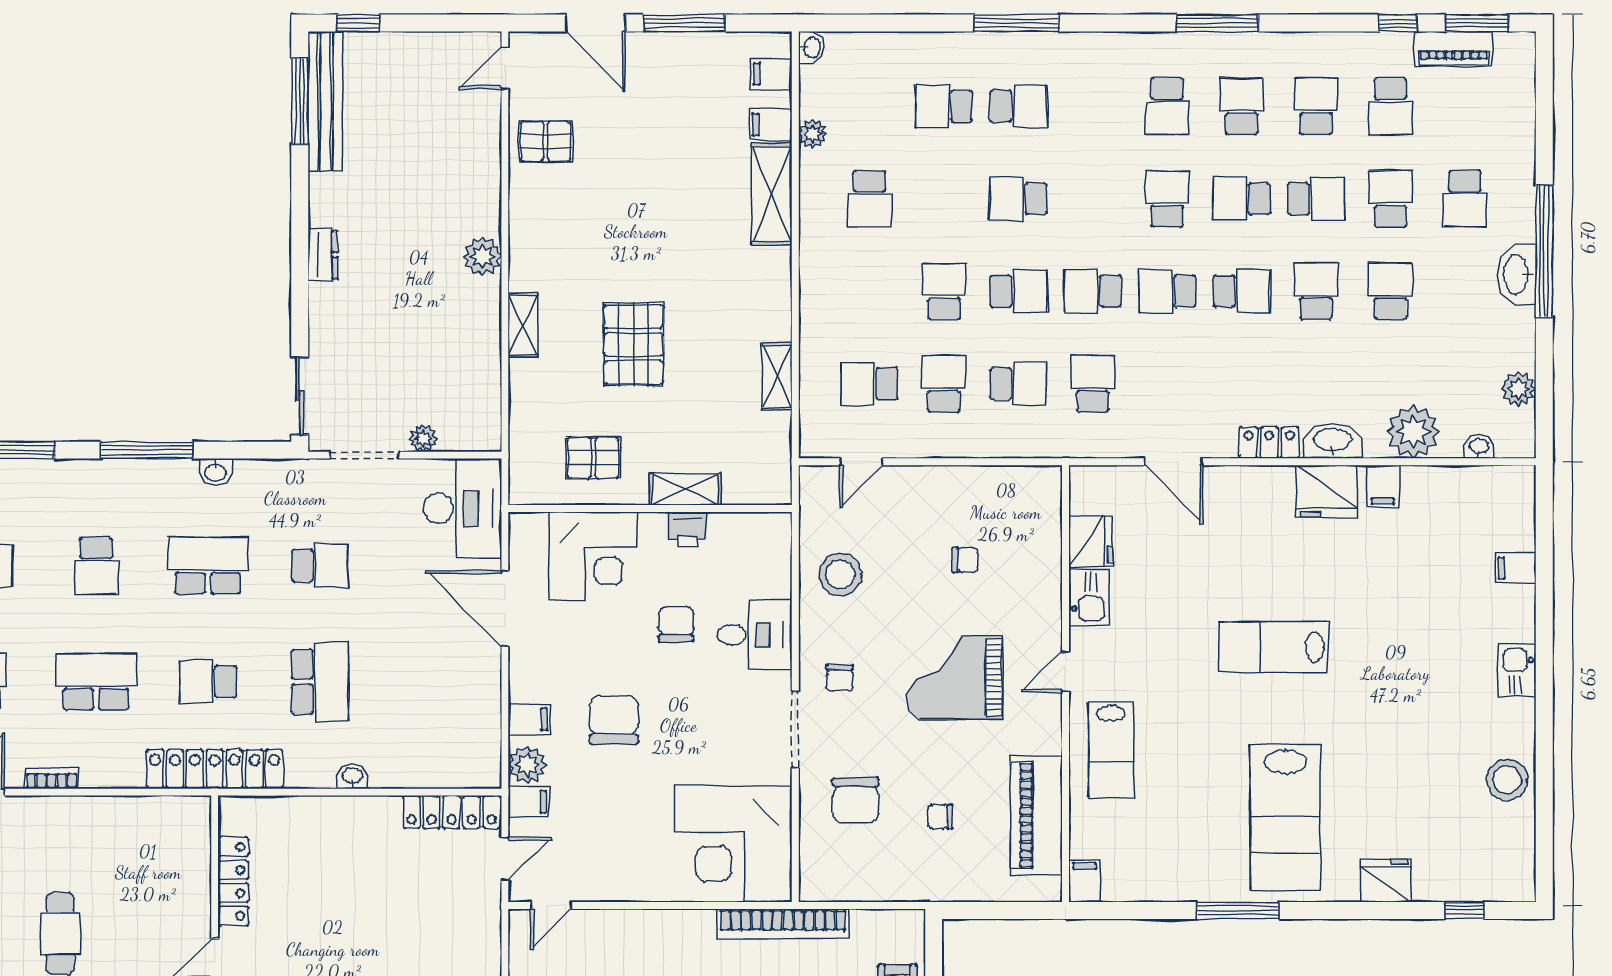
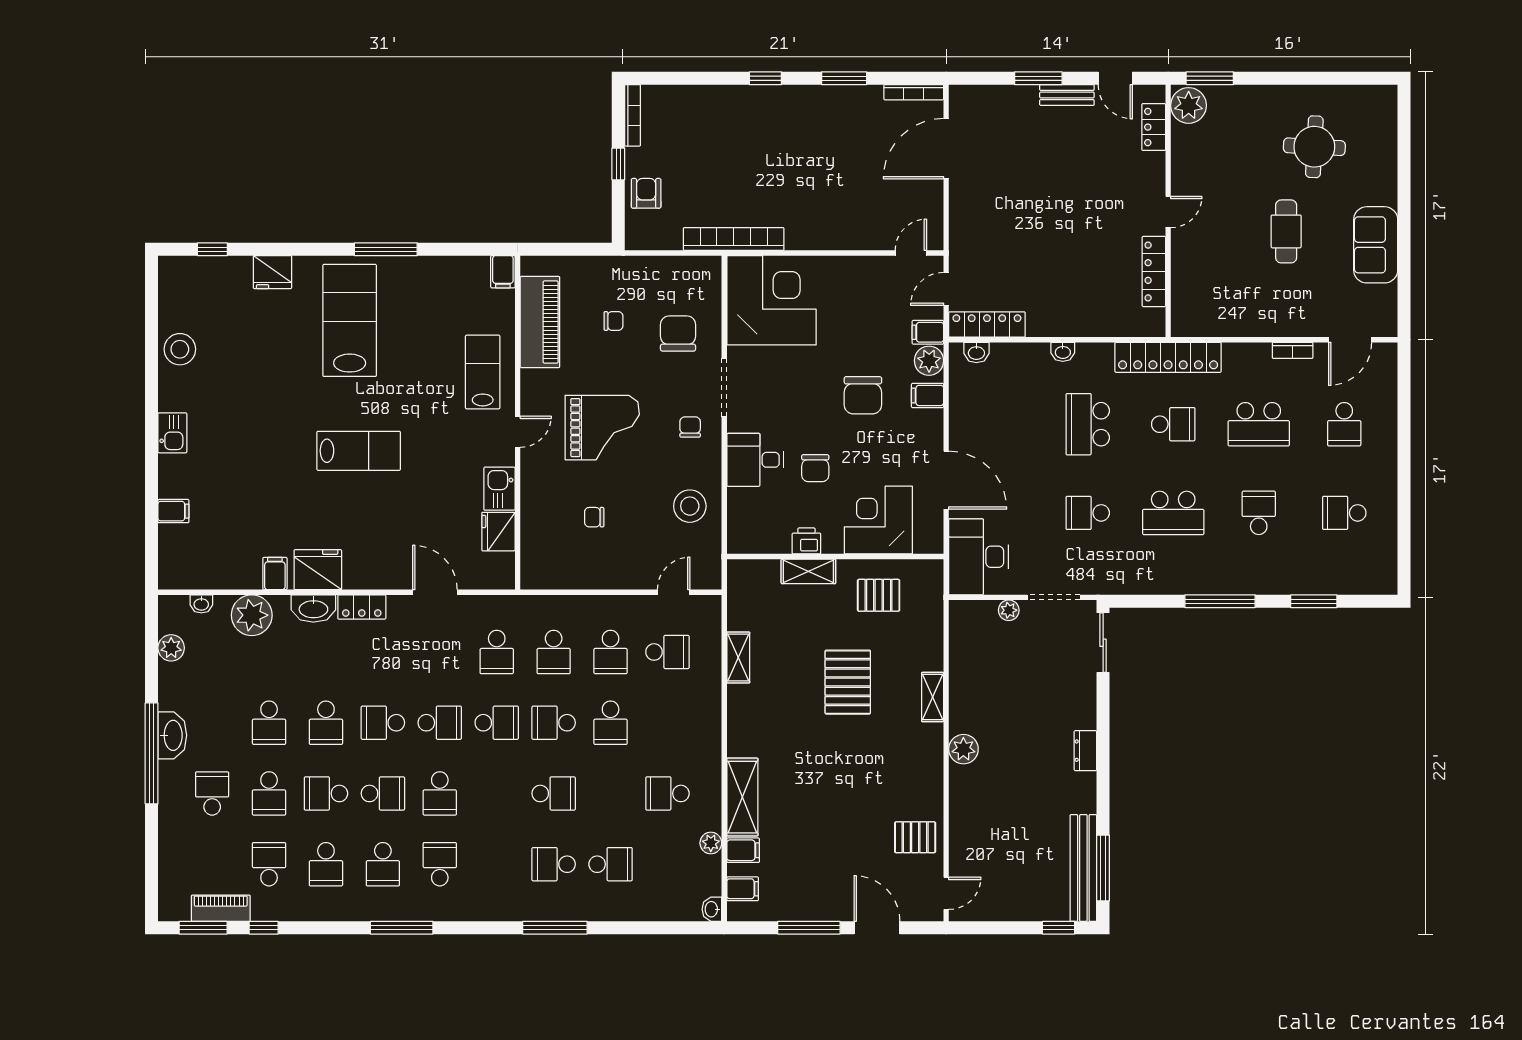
school desk: (869, 199) -> (667, 793), turned -90
school desk: (1018, 384) -> (554, 652), turned -90
washbasin: (215, 472) -> (976, 352), moved, turned 180

